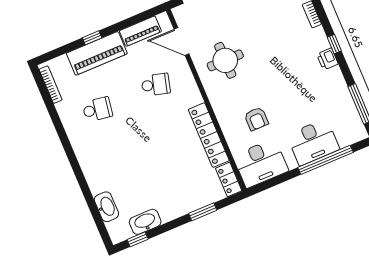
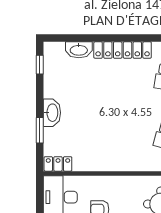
locker: (209, 135) -> (123, 50), moved, turned 180
washbasin: (145, 222) -> (52, 113), moved

